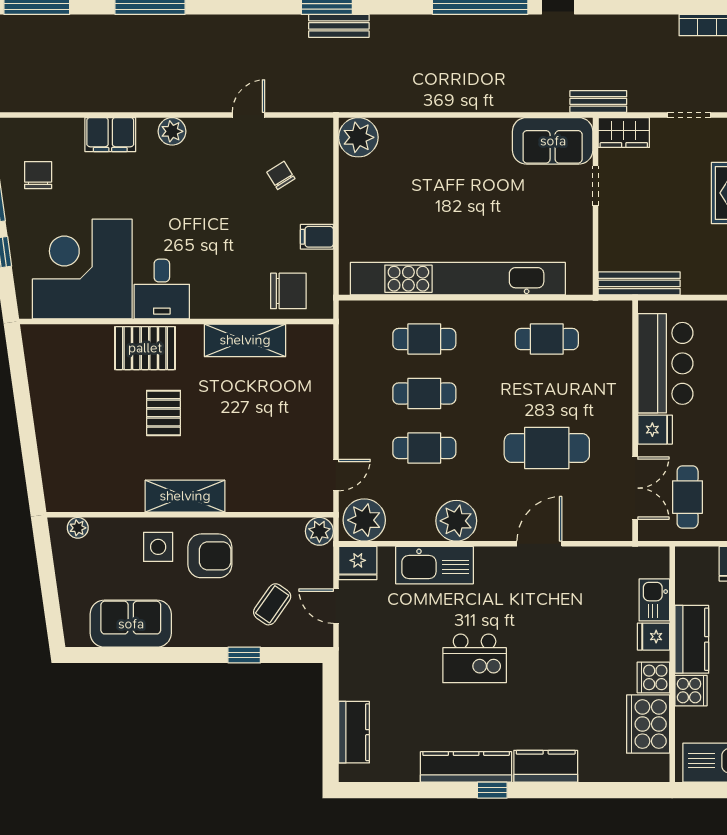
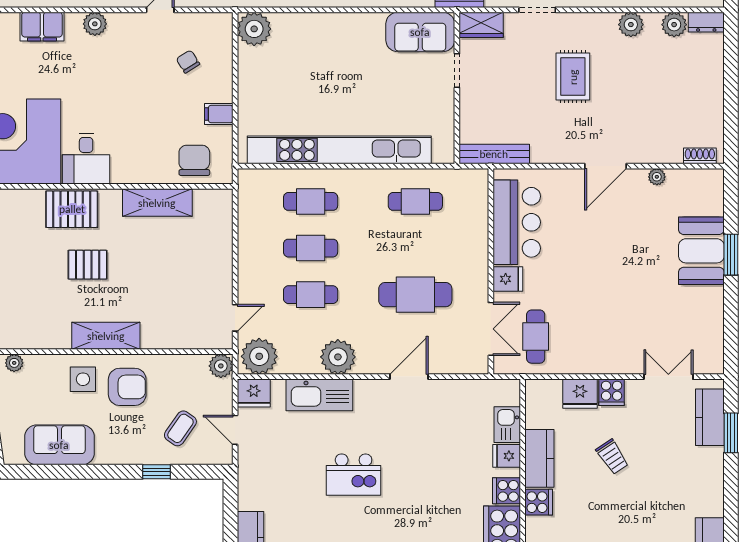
chair: (288, 291) -> (194, 160), turned -90
pallet: (164, 413) -> (88, 265), turned 90

